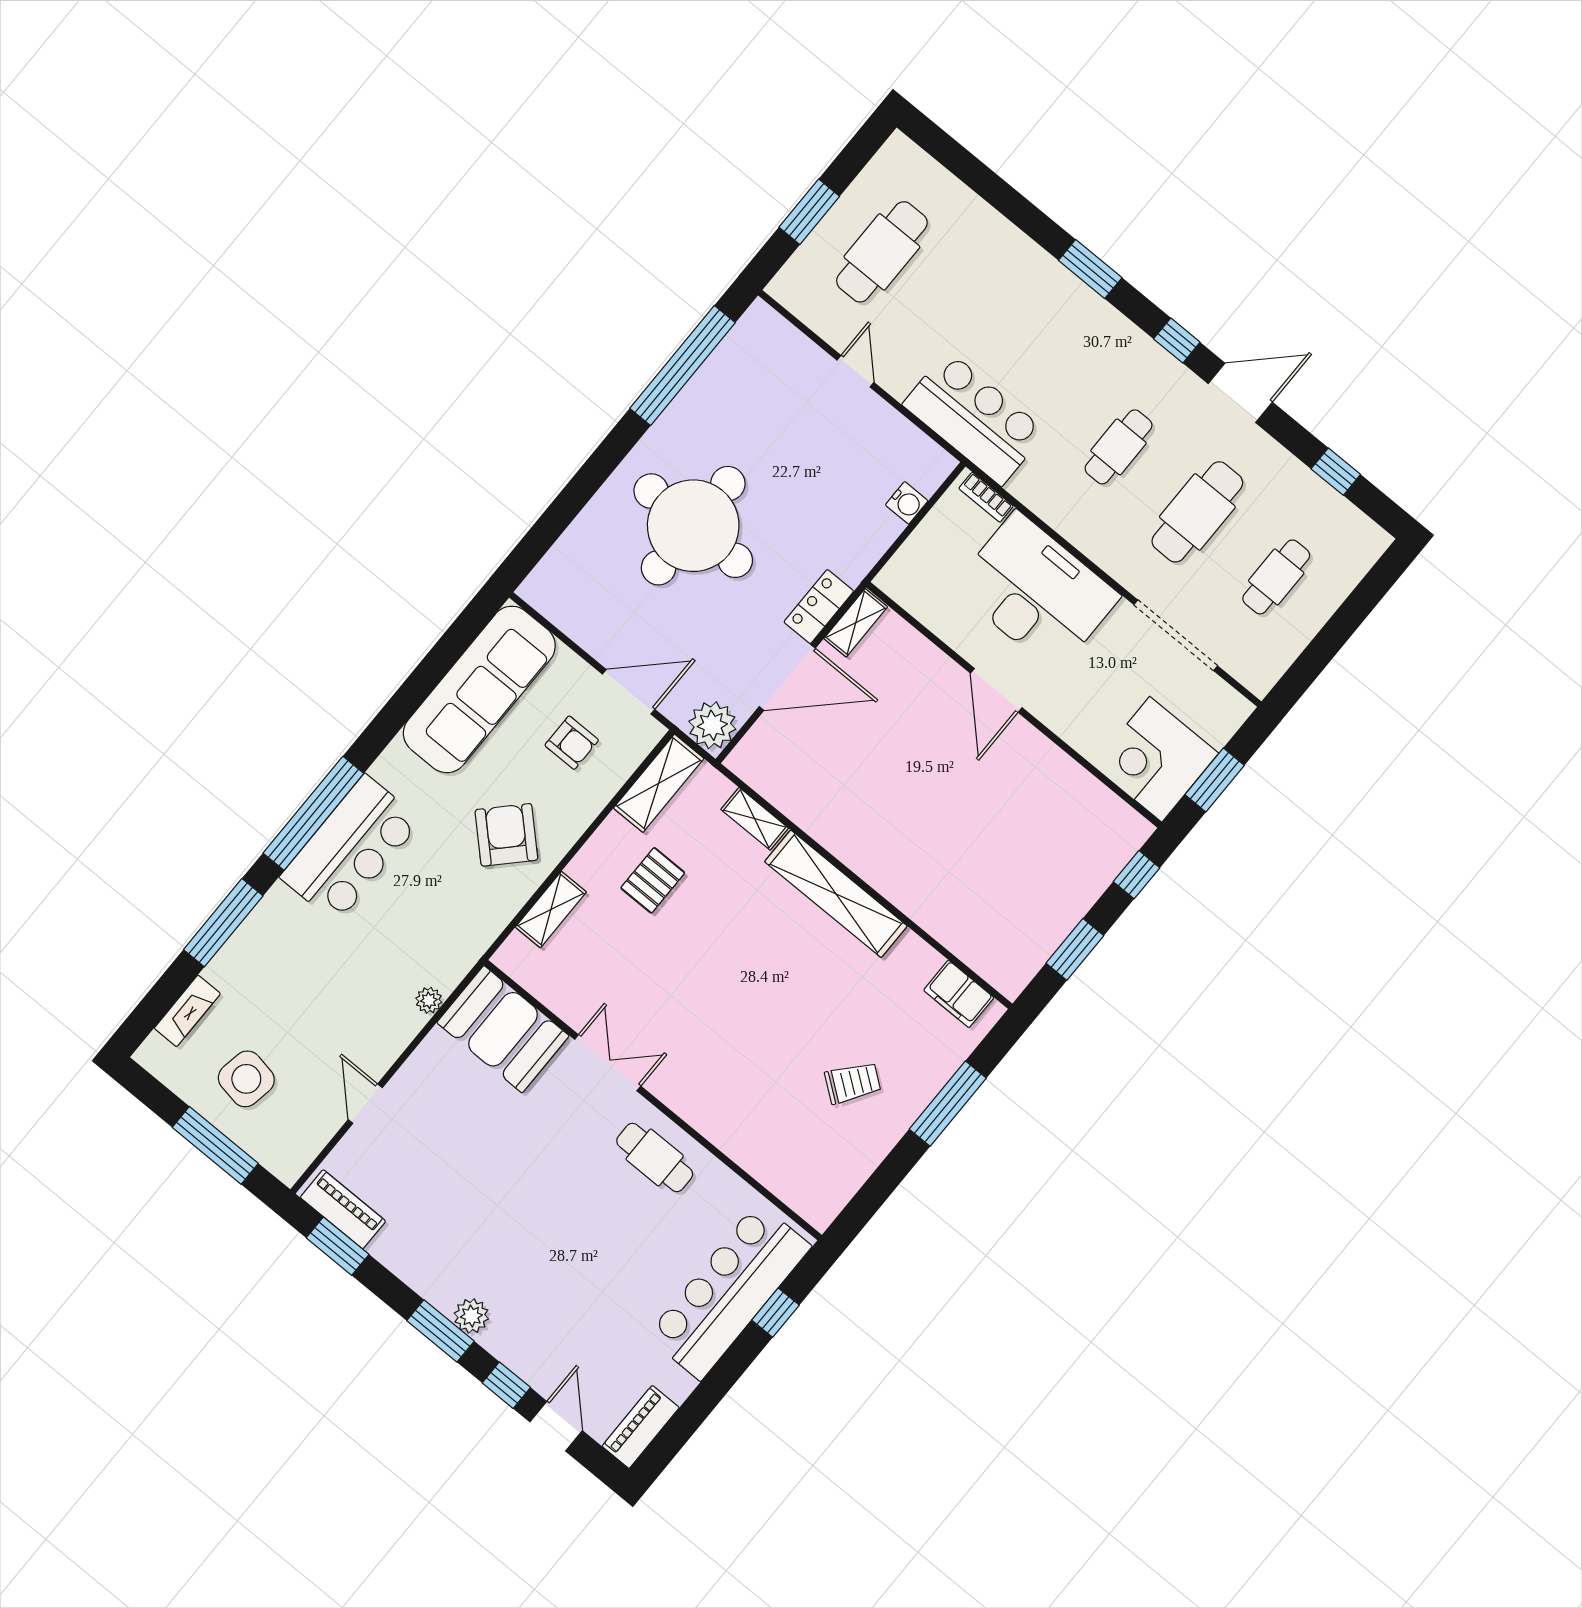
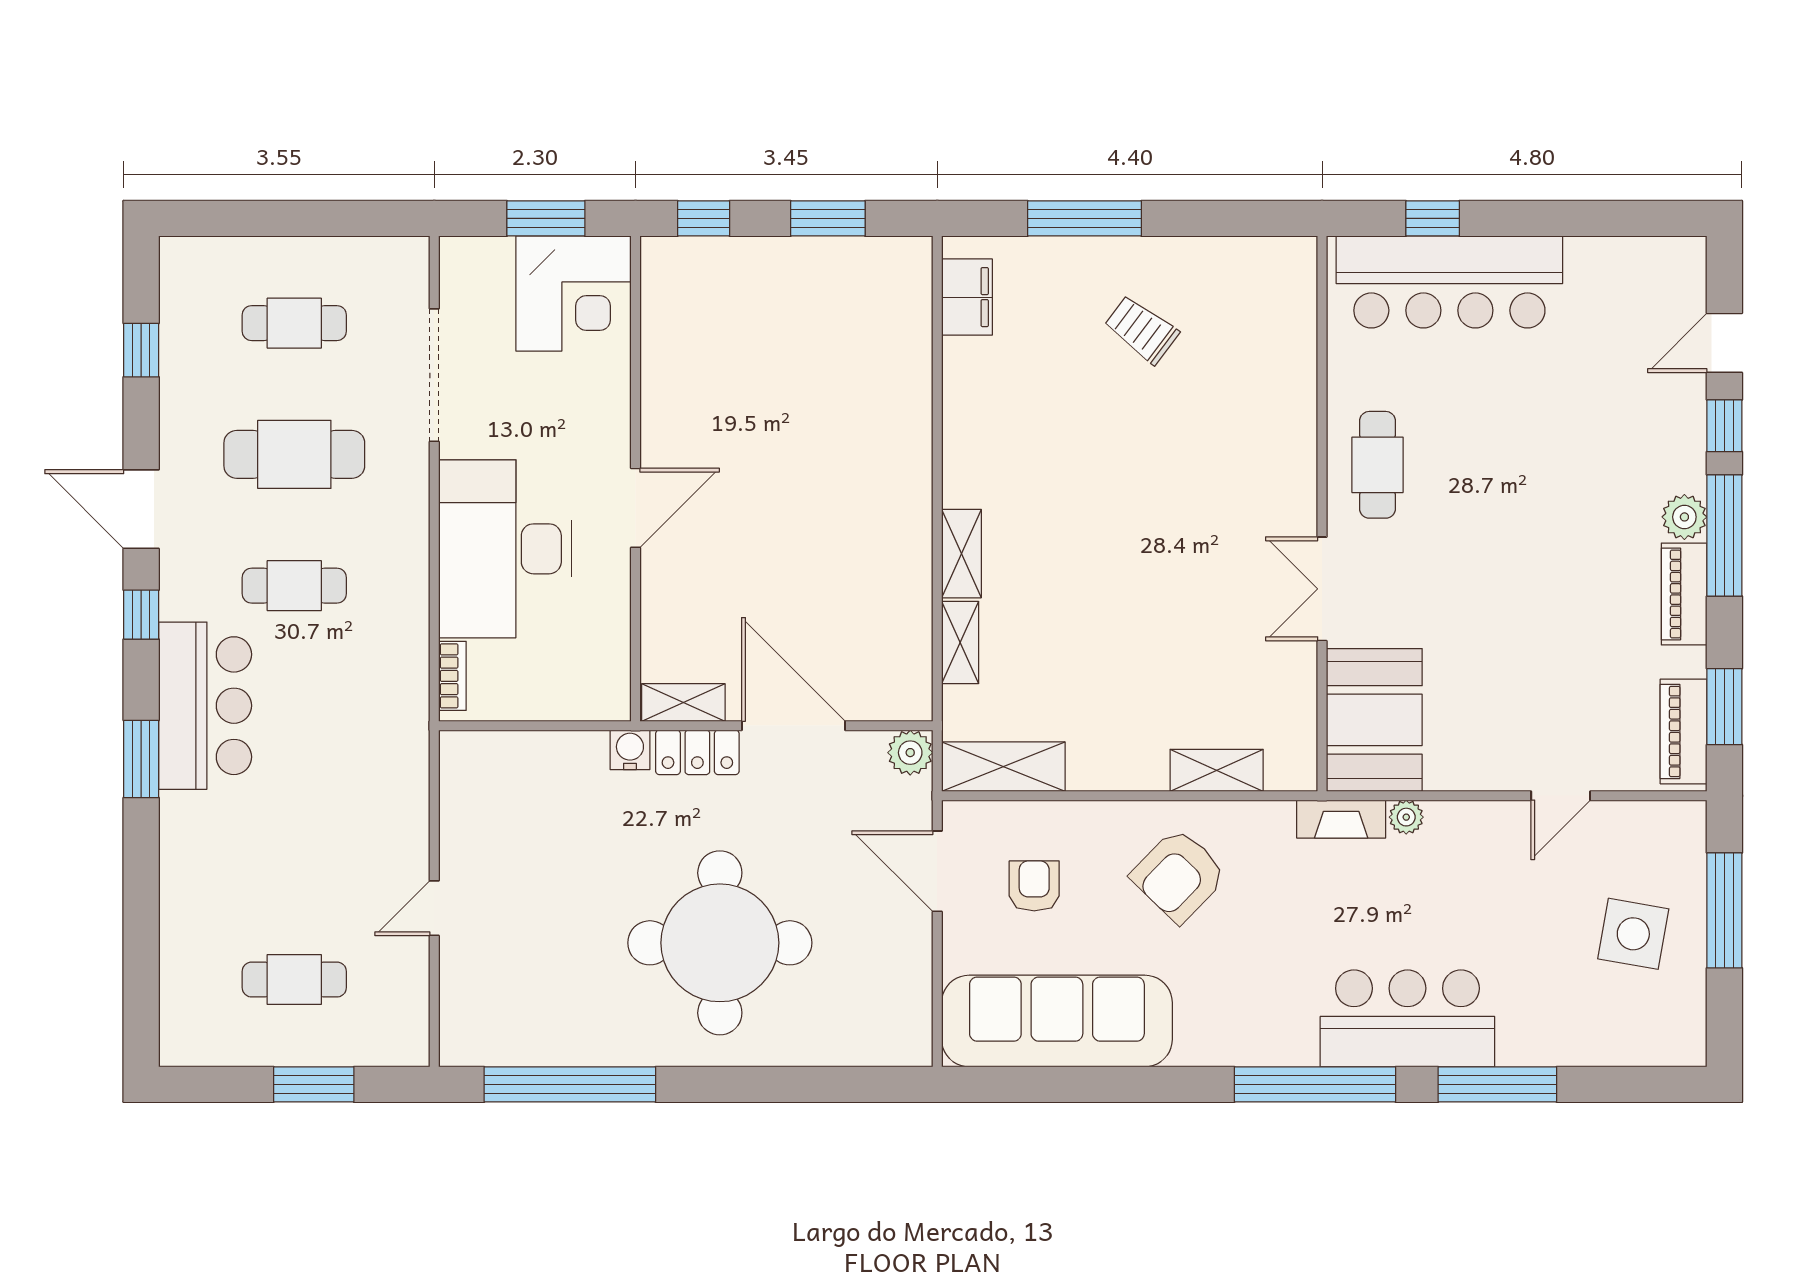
cafe table: (882, 252) -> (294, 980), width x0.73, depth x0.74
bar counter: (974, 418) -> (205, 706), moved, turned 180
water cooler: (907, 503) -> (630, 750), moved
plant: (712, 725) -> (910, 753), width x0.73, depth x0.73
bar counter: (351, 849) -> (1407, 1018), moved
pallet: (653, 880) -> (1104, 693), removed
shelving: (836, 894) -> (961, 554), width x0.45, depth x0.75
fireplace: (187, 1011) -> (1341, 819), moved, turned 180
window: (440, 1331) -> (1724, 535), width x1.44
piano: (641, 1427) -> (1684, 594), moved, turned 90

